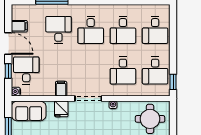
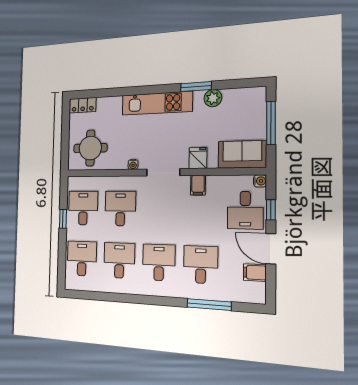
desk: (58, 30) -> (201, 265), turned 180
window: (173, 82) -> (63, 219), moved

